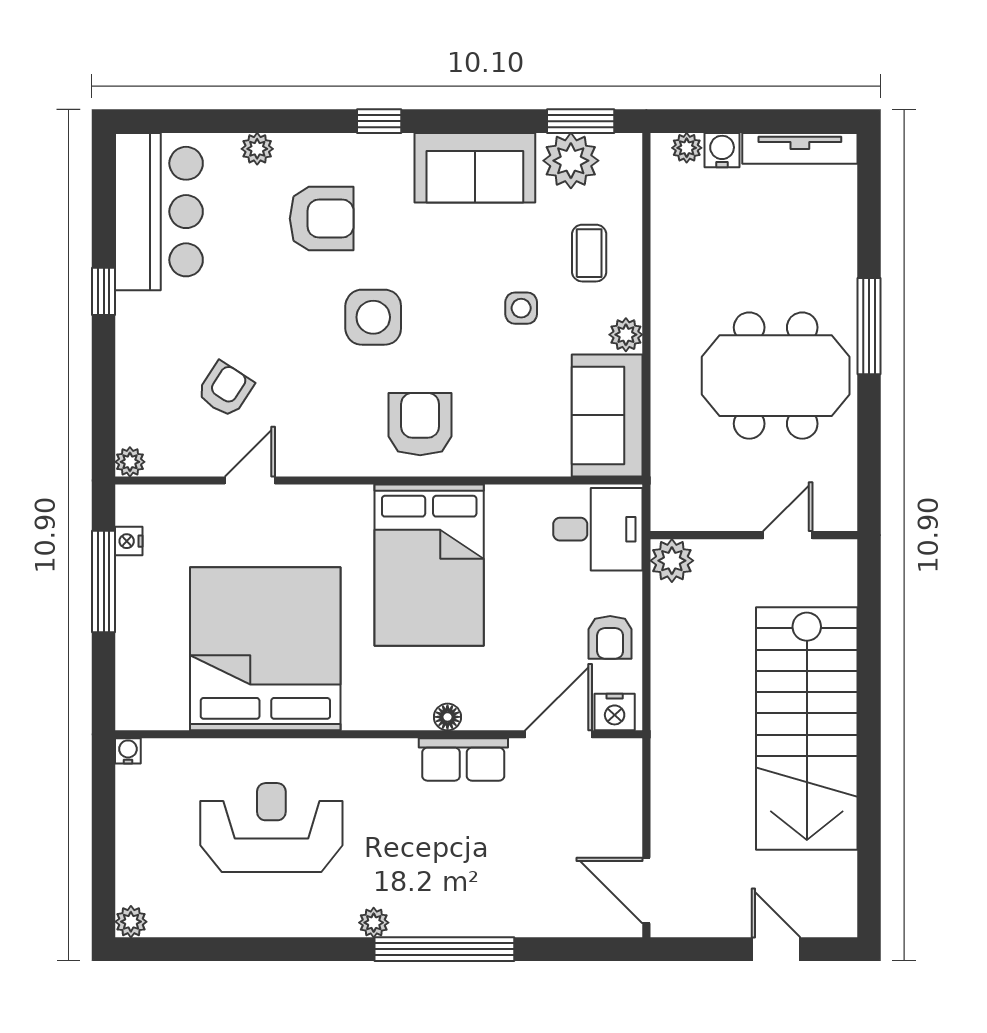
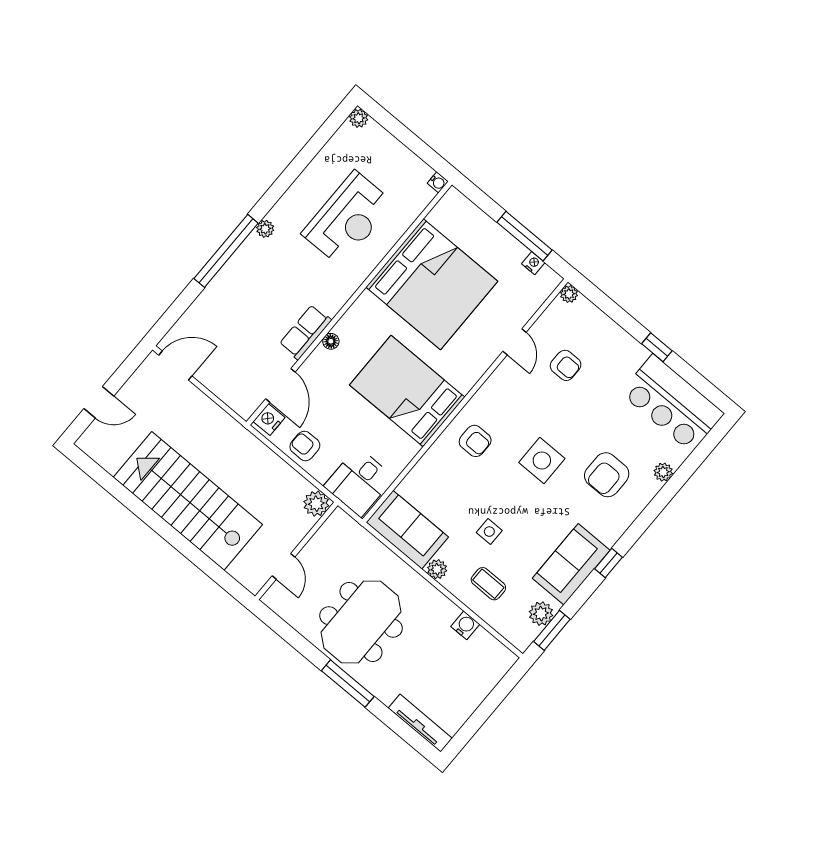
window: (379, 121) -> (608, 563), moved
plant: (687, 148) -> (499, 669), removed
tv unit: (800, 148) -> (420, 723), moved, turned 90
water cooler: (722, 150) -> (465, 625), moved, turned -90
plant: (571, 161) -> (541, 614), width x0.73, depth x0.73
armchair: (225, 389) -> (566, 365), turned -33
armchair: (420, 424) -> (475, 441), width x0.72, depth x0.72

